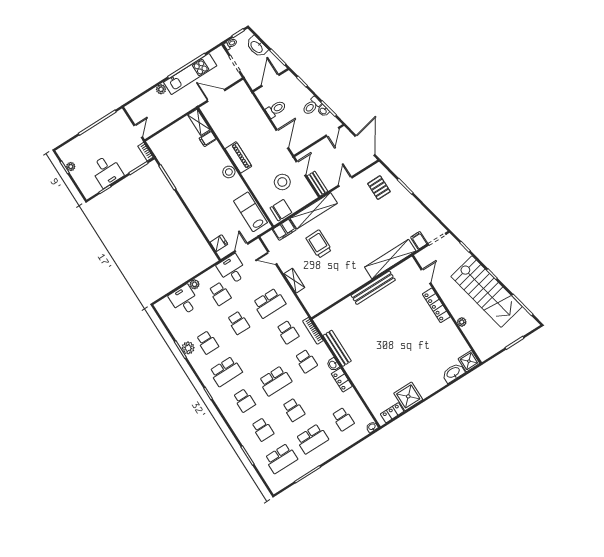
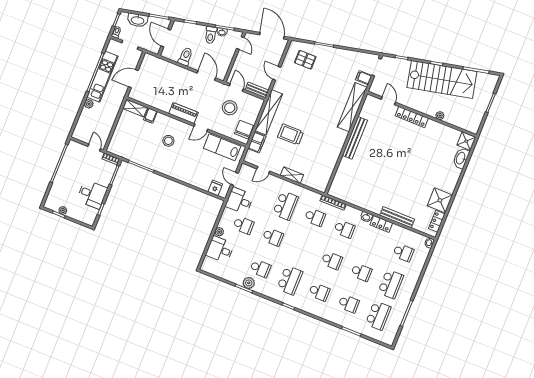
stool: (229, 172) -> (168, 141), moved
door: (244, 181) -> (201, 128), added
bench: (337, 348) -> (397, 217), moved
school desk: (275, 381) -> (332, 261), width x0.54

